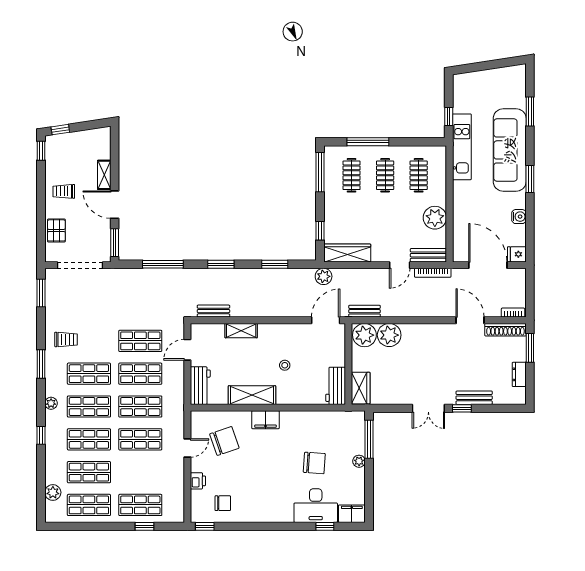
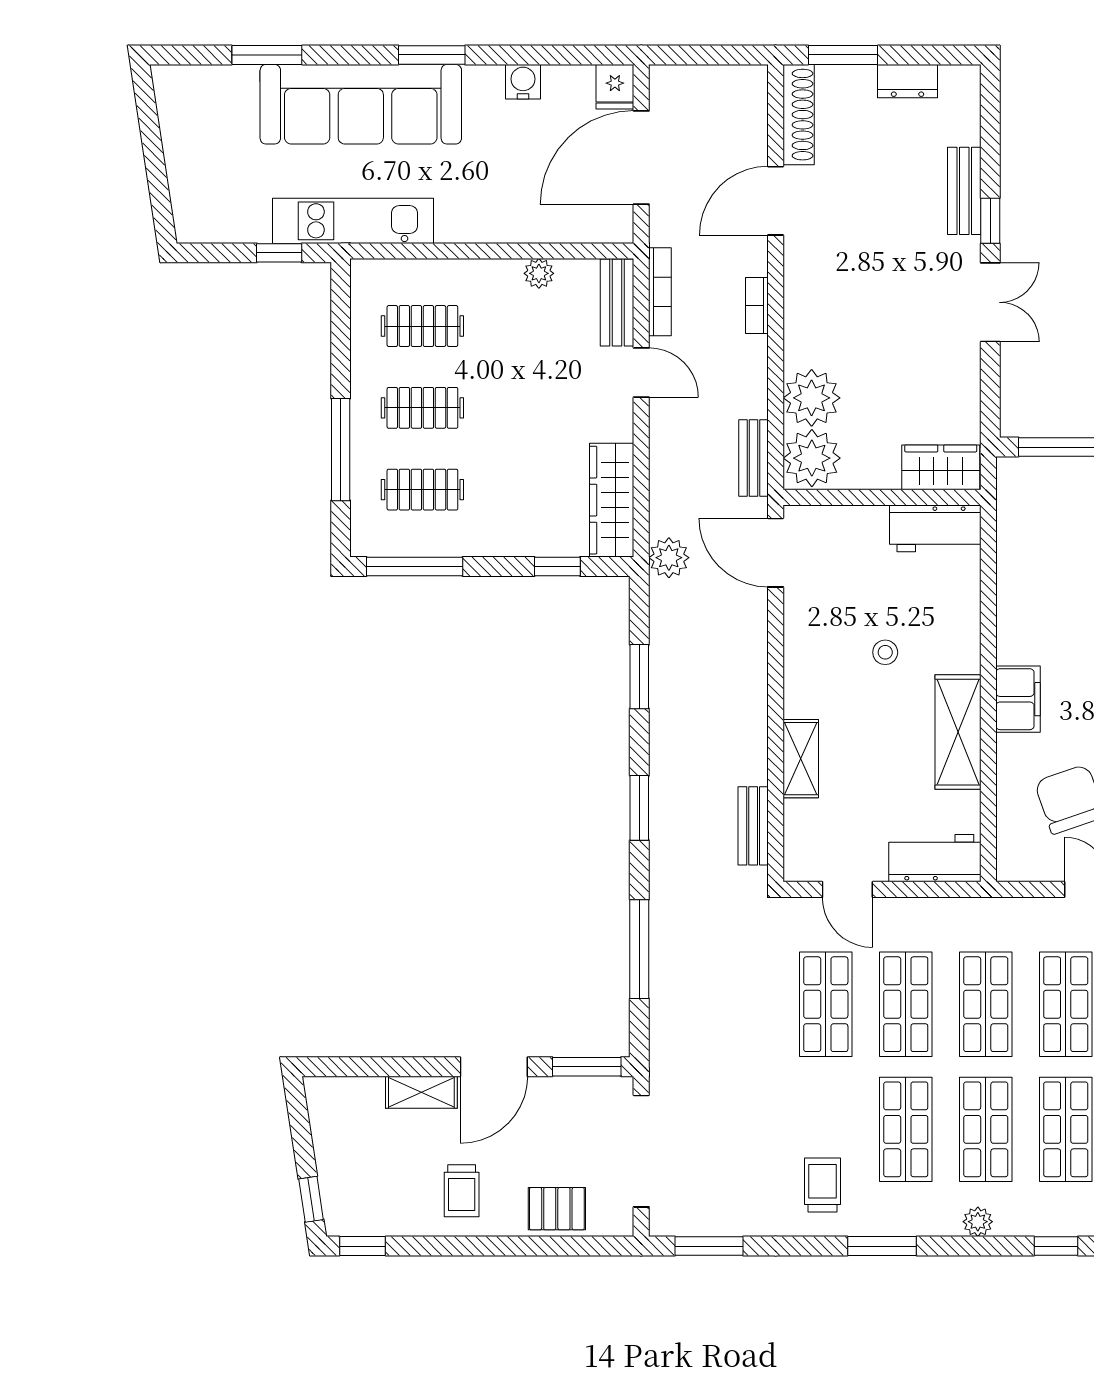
plant: (435, 218) -> (539, 273), width x0.53, depth x0.53
bookcase: (513, 313) -> (757, 306), moved

